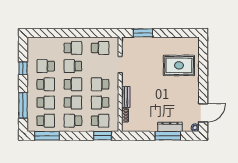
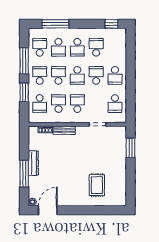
rug: (179, 65) -> (97, 185), width x0.73, depth x0.70
window: (23, 68) -> (111, 24), moved
school desk: (73, 103) -> (58, 75), turned 180
door: (203, 113) -> (48, 210), swing flipped
school desk: (46, 121) -> (40, 47), turned 180
dresser: (170, 127) -> (33, 163), moved
window: (47, 136) -> (24, 61), moved
window: (103, 136) -> (24, 92), moved

